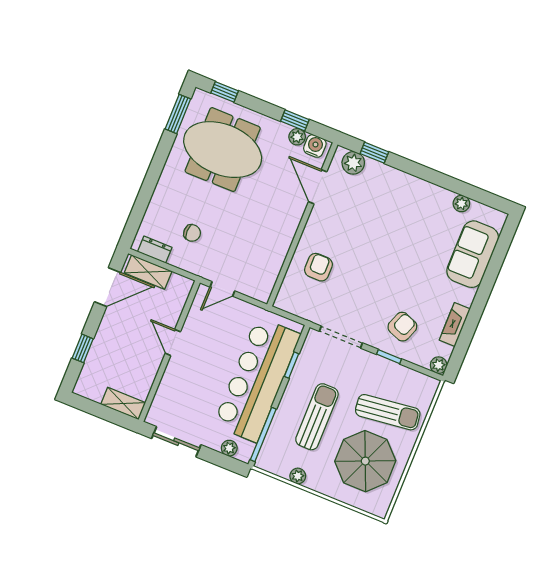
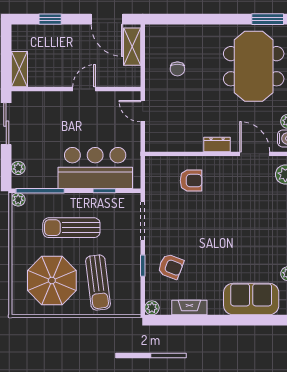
door: (318, 187) -> (255, 154), hinge flipped
dresser: (155, 250) -> (217, 144), moved, turned -90
bar counter: (257, 380) -> (95, 168), width x0.73
sun lounger: (317, 417) -> (71, 228), turned 180
plant: (298, 476) -> (18, 200), moved

